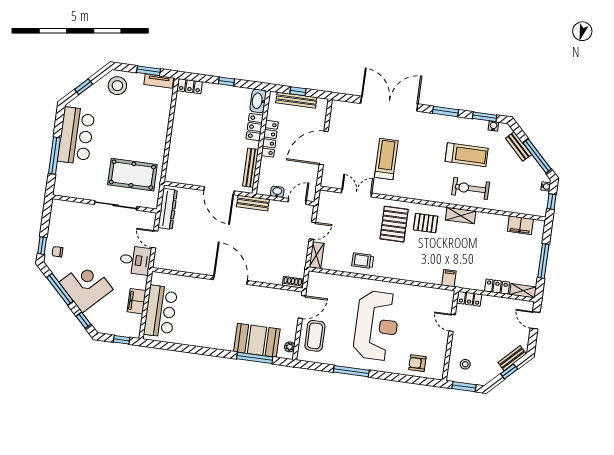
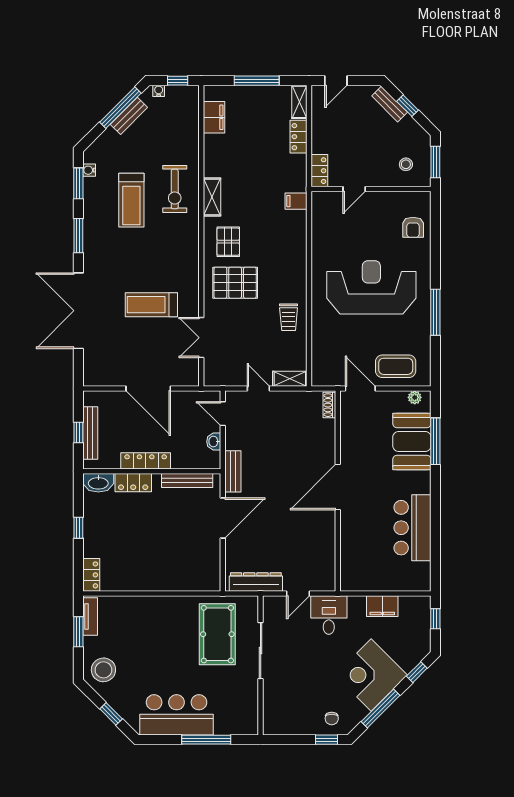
bench: (519, 146) -> (129, 116), moved
treadmill: (467, 155) -> (131, 200), turned 180
bar counter: (160, 311) -> (413, 528), moved, turned -90

